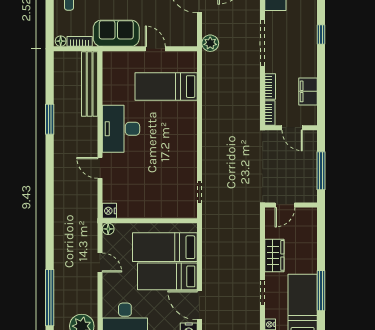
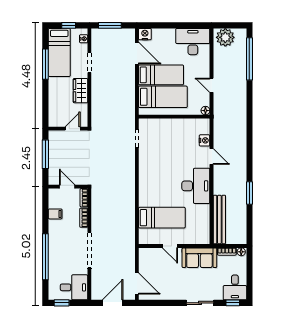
window: (321, 34) -> (45, 257), width x3.17
plant: (210, 43) -> (129, 250), removed
filing cabinet: (308, 91) -> (55, 214), width x0.50
nightstand: (109, 211) -> (205, 140), moved

